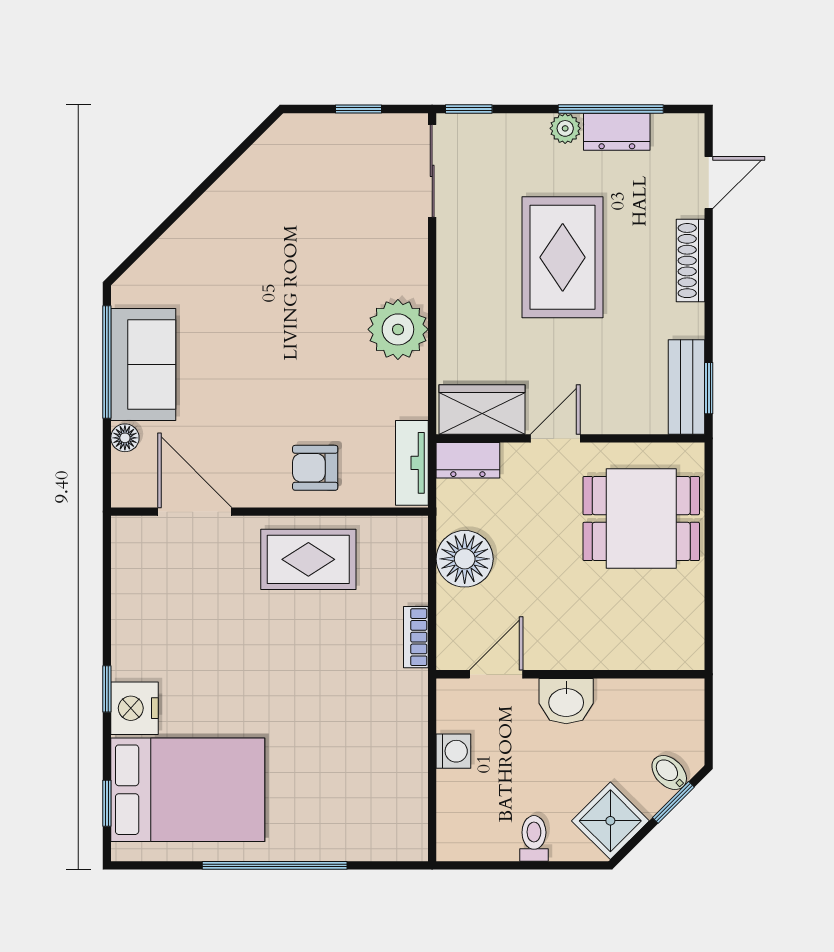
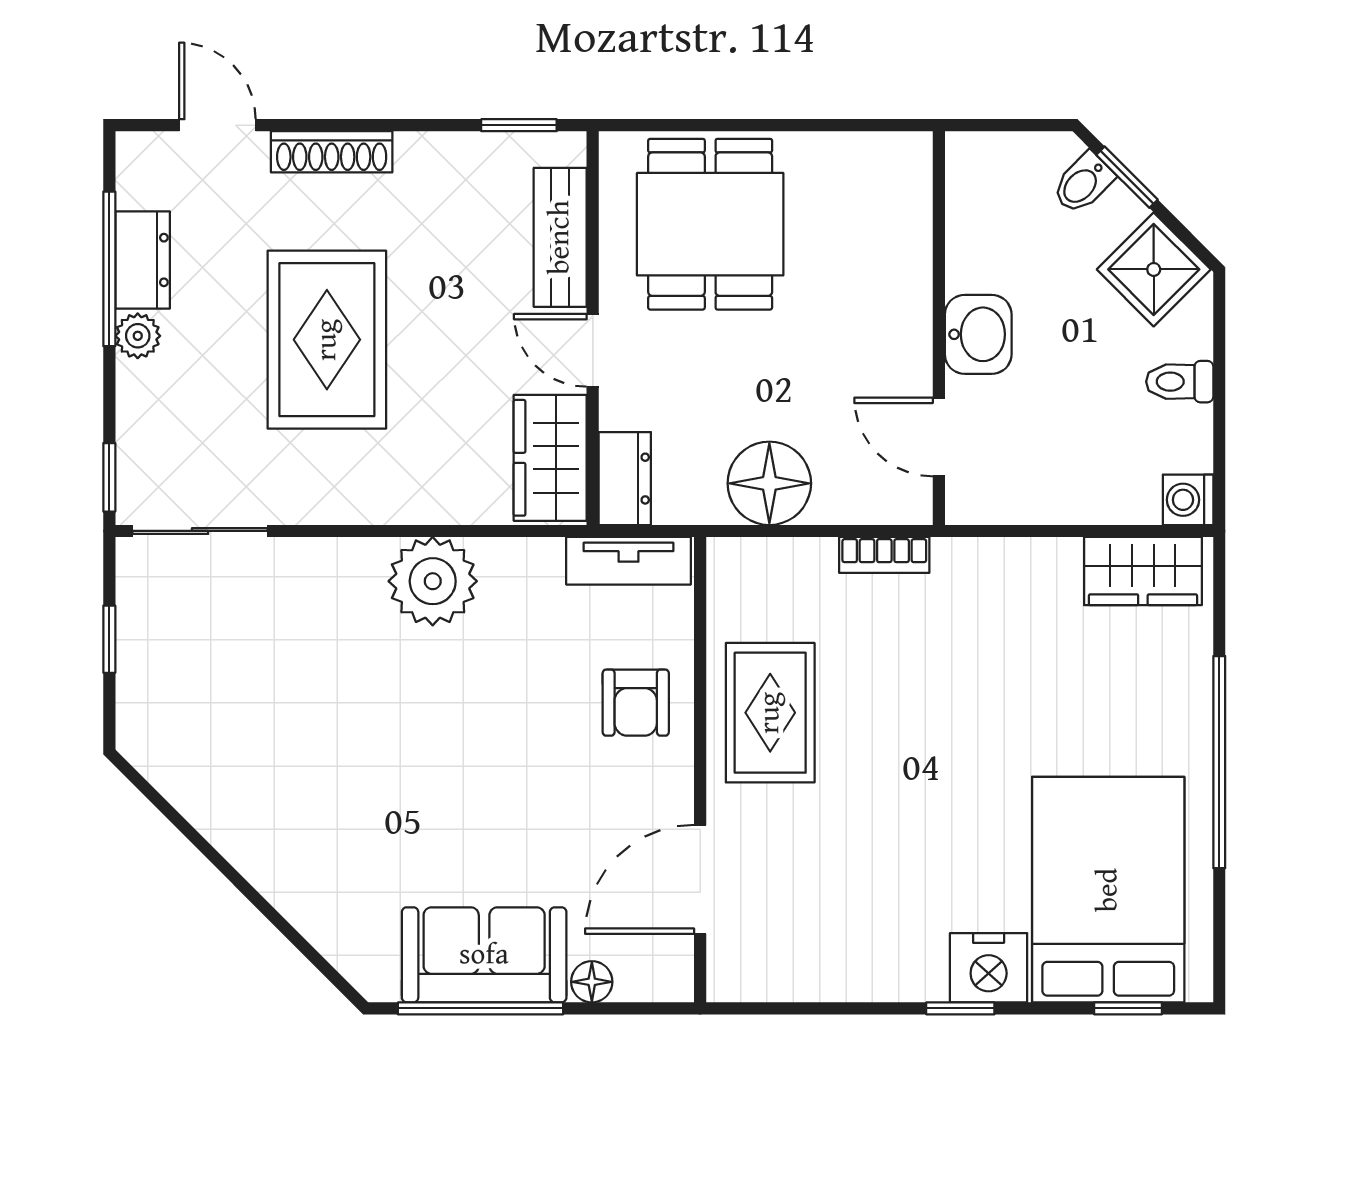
rug: (563, 257) -> (327, 340), turned 90
bench: (687, 387) -> (560, 237), moved, turned 90
washing machine: (453, 751) -> (1188, 500), moved, turned -90
wardrobe: (405, 813) -> (1143, 571), added

